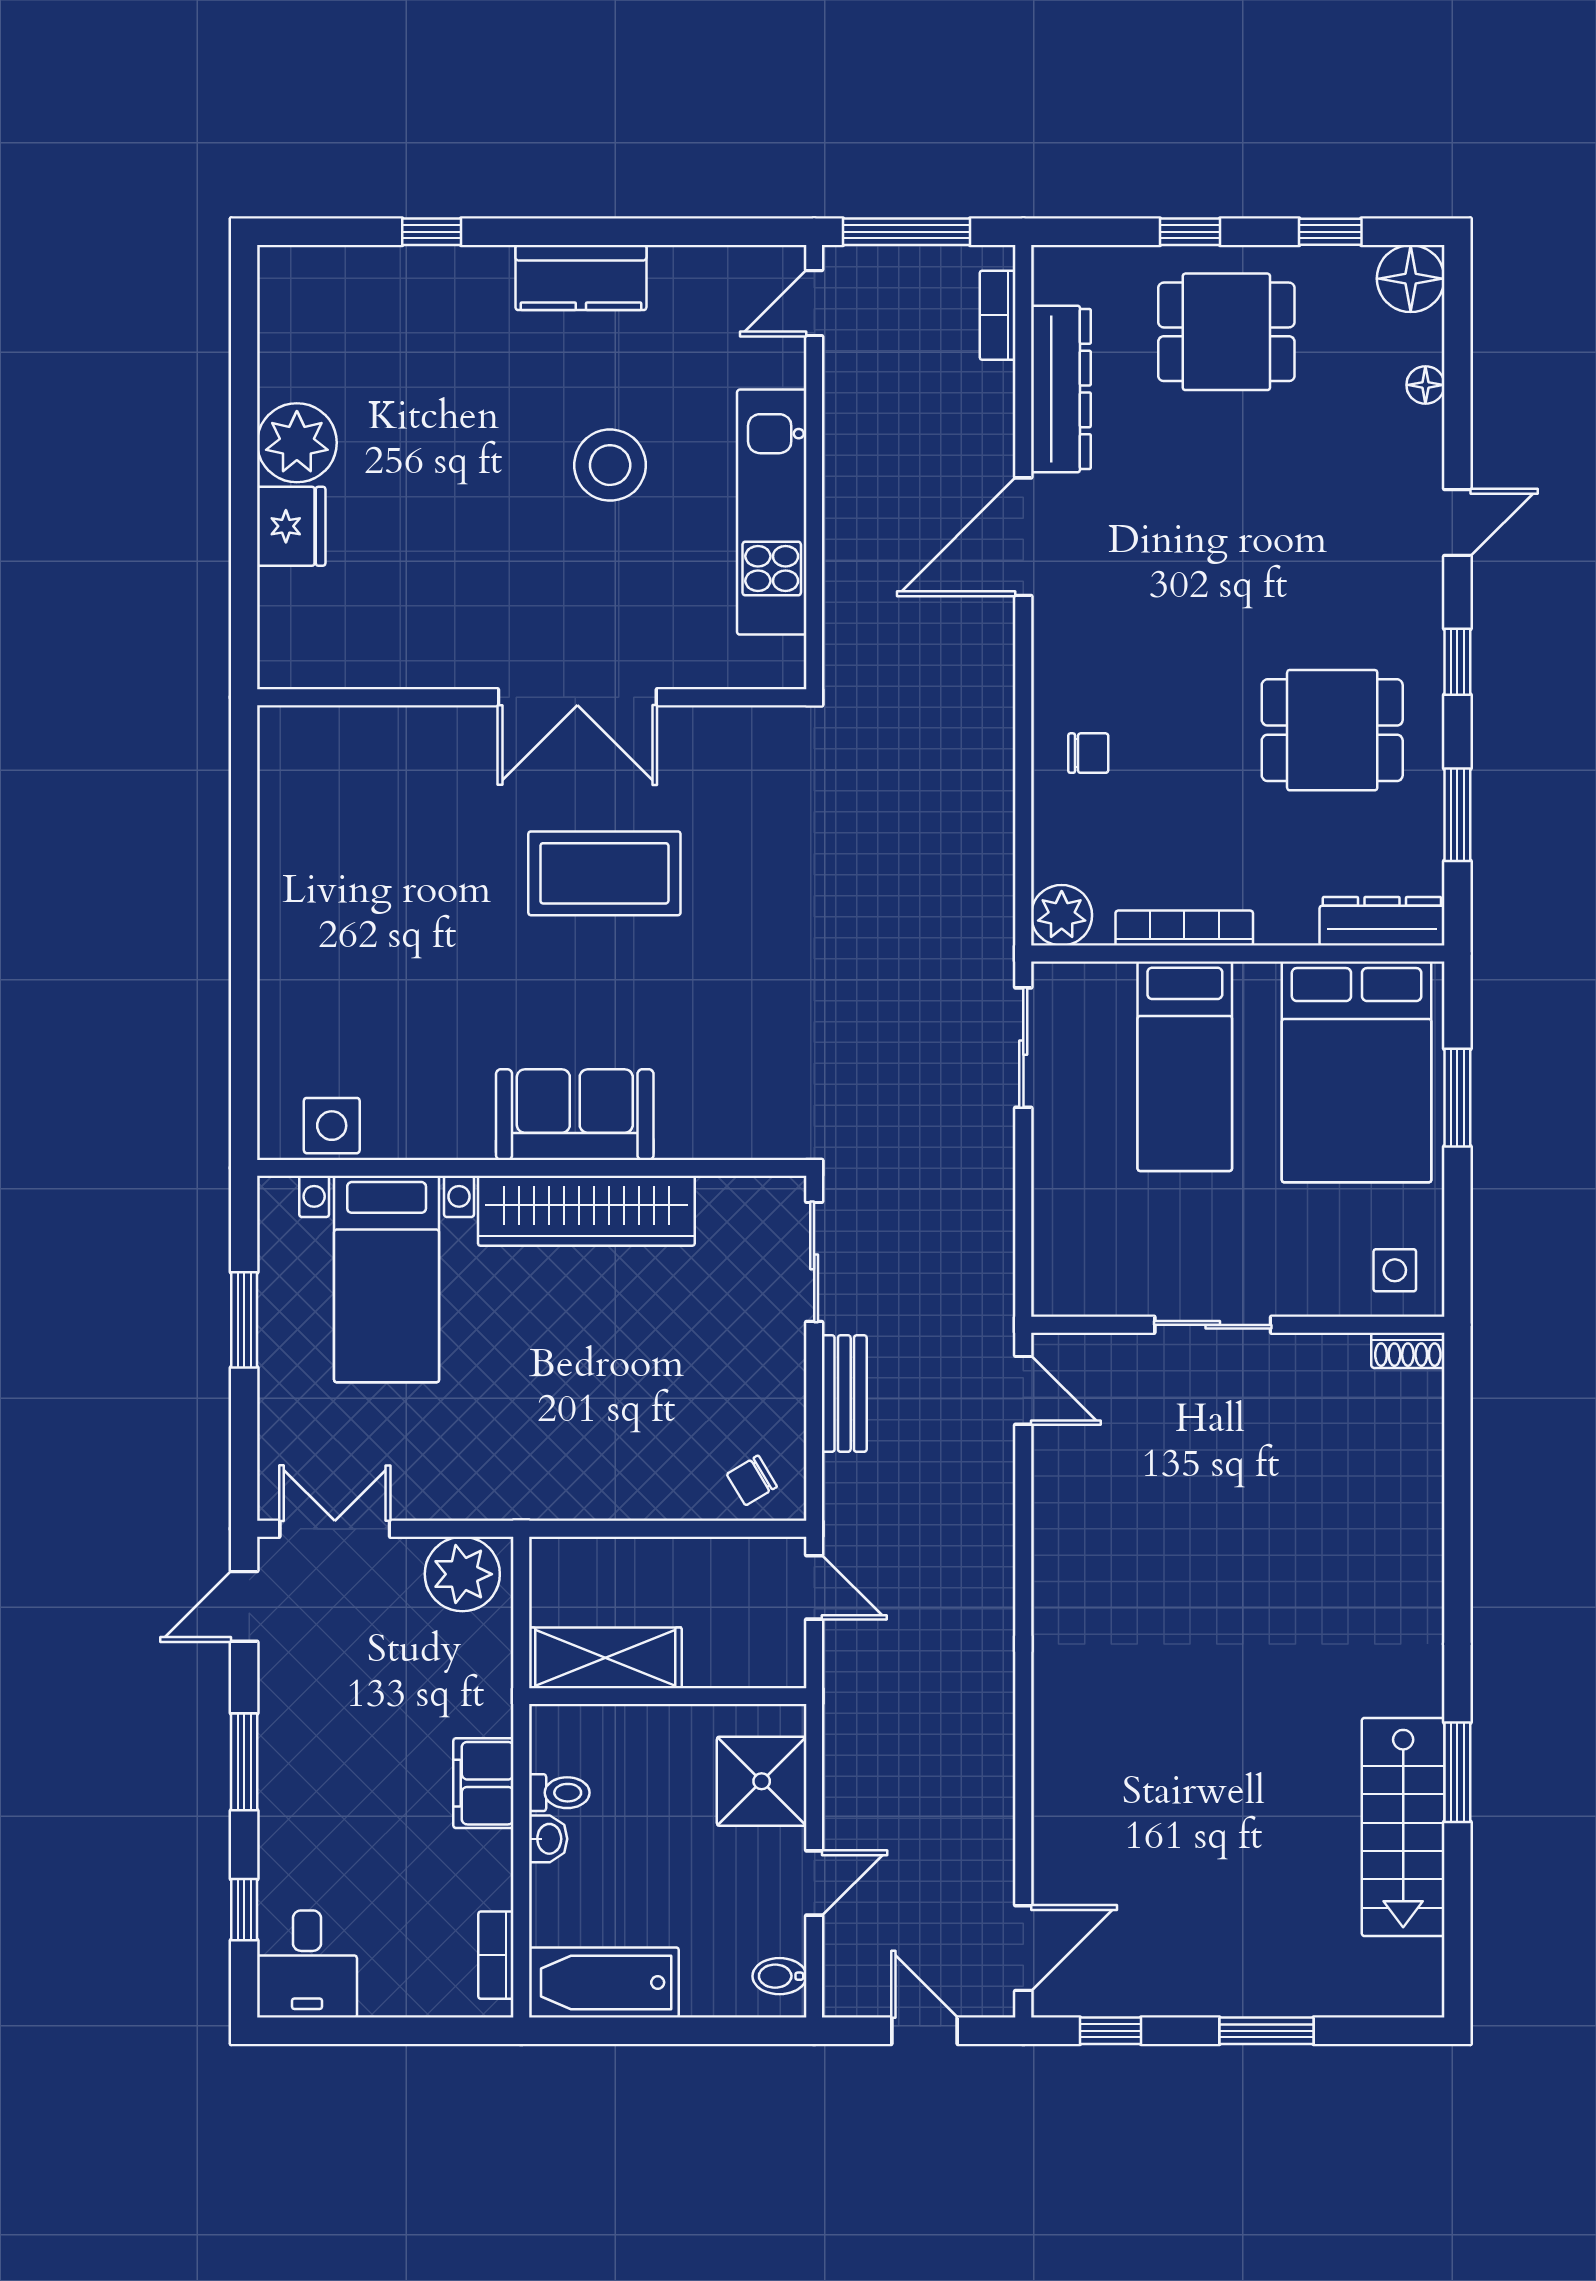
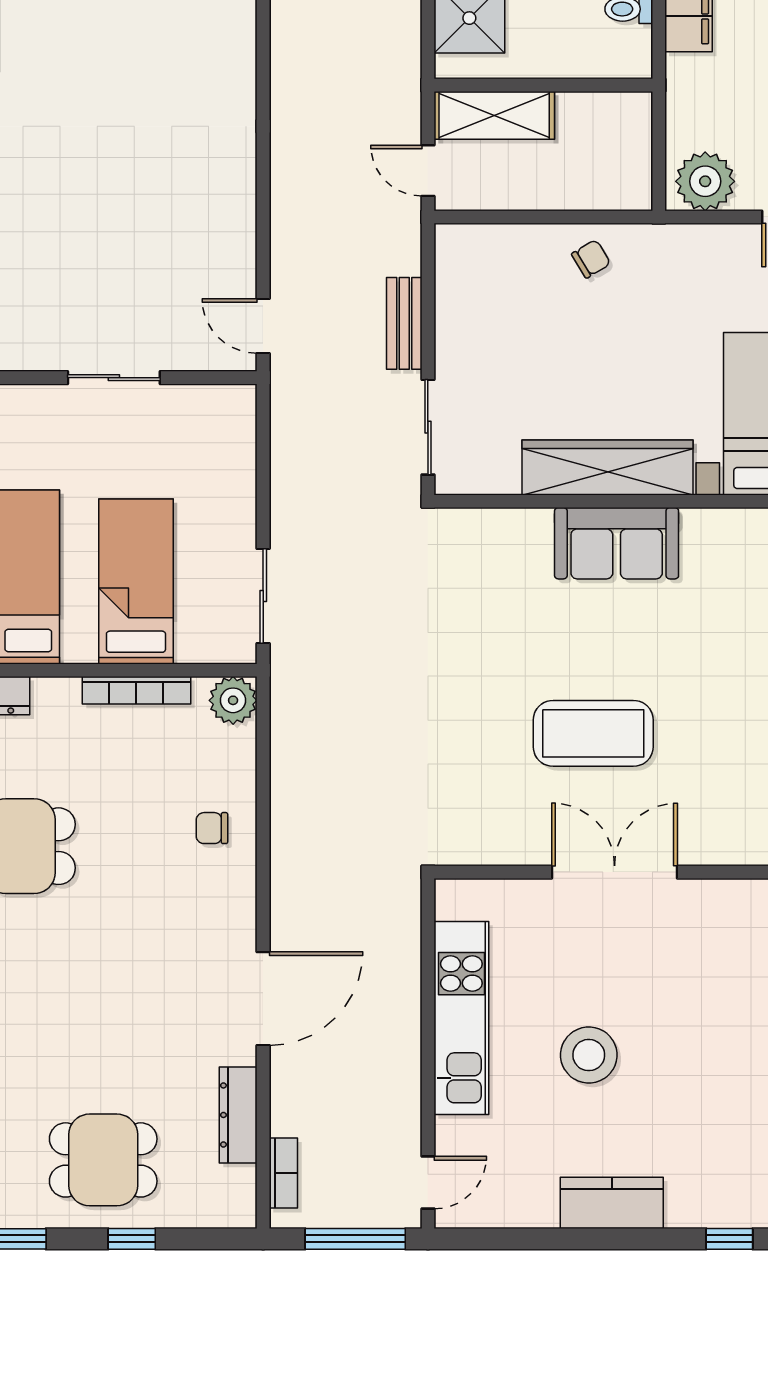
dresser: (1061, 389) -> (238, 1115), width x0.73, depth x0.80
chair: (752, 1480) -> (591, 259), moved
shelving: (605, 1658) -> (494, 115), moved

